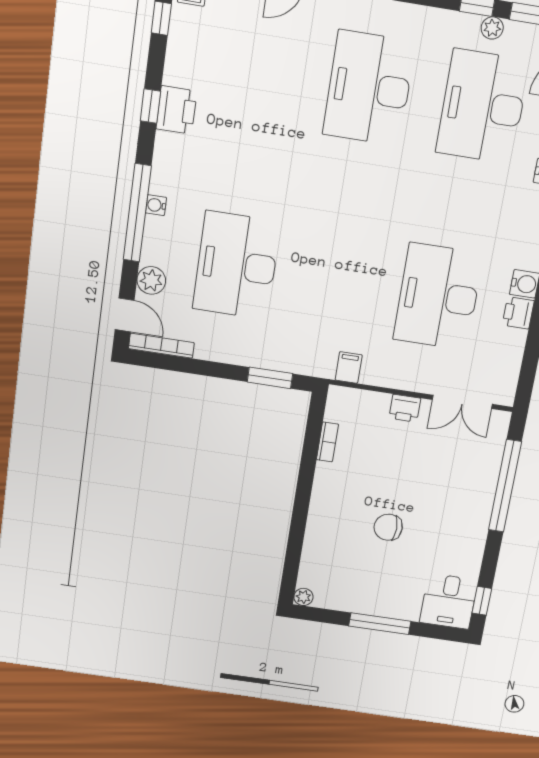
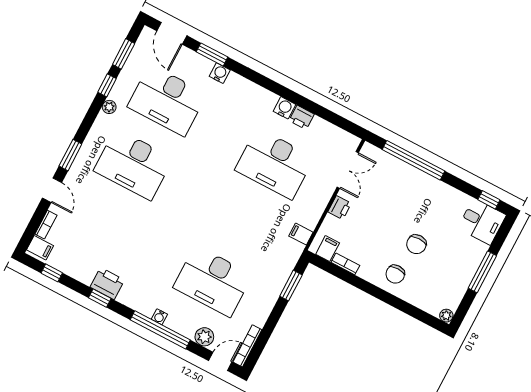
plant: (492, 28) -> (109, 107), moved
filing cabinet: (341, 411) -> (328, 249), added
chair: (337, 513) -> (395, 274), added

